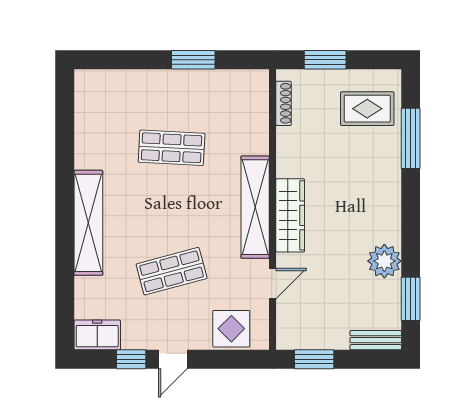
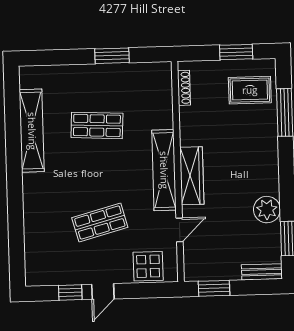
window: (325, 60) -> (236, 52), moved
shelving: (88, 223) -> (32, 131), moved
freezer: (97, 335) -> (43, 274), removed

